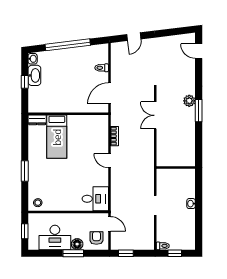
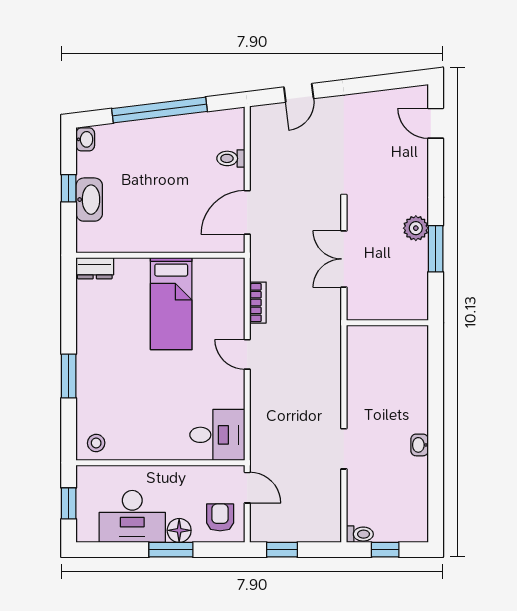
washbasin: (34, 75) -> (89, 200), moved
bed: (57, 137) -> (171, 304), moved
wall: (176, 167) -> (387, 323), moved

